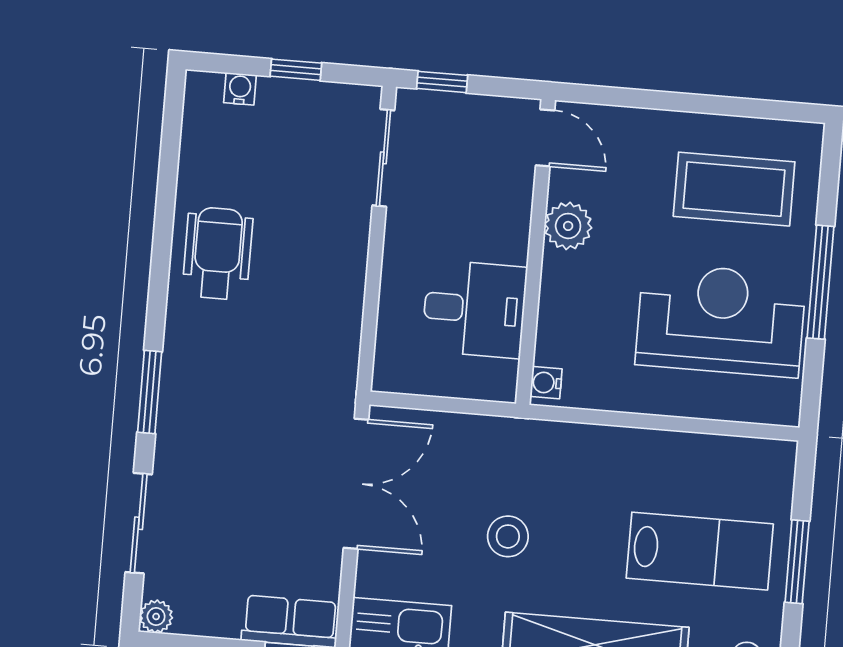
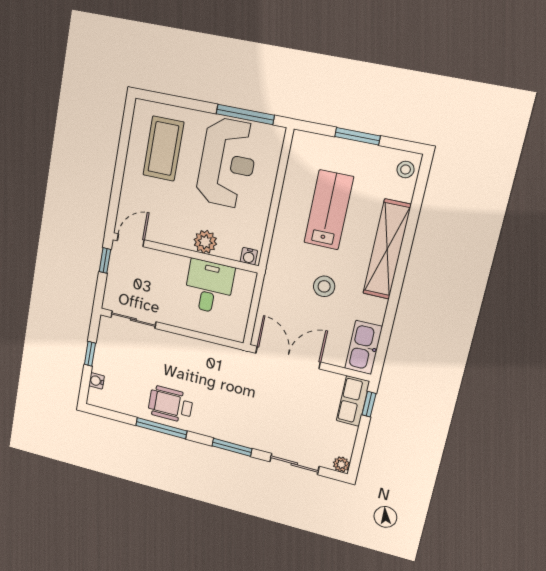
window: (442, 82) -> (105, 260), moved
plant: (568, 226) -> (205, 242), moved
window: (163, 239) -> (161, 428), added
window: (821, 282) -> (245, 115), moved
reception desk: (721, 320) -> (227, 163), turned 180
lab bench: (700, 551) -> (329, 210), moved

